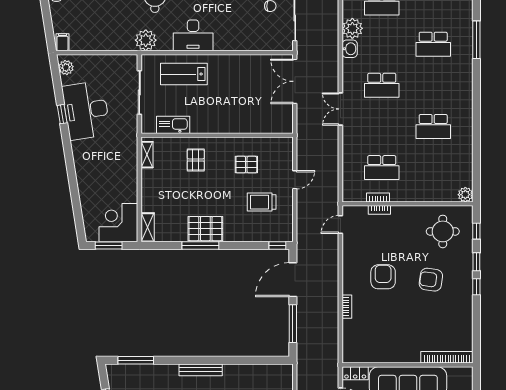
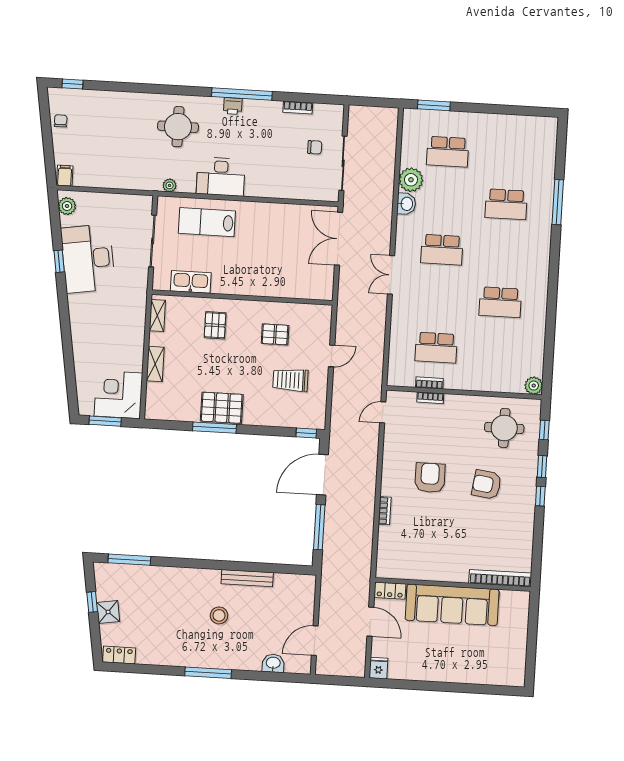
plant: (146, 40) -> (170, 185), width x0.53, depth x0.53
shelving: (148, 227) -> (155, 364), moved
bench: (201, 370) -> (247, 578), moved

